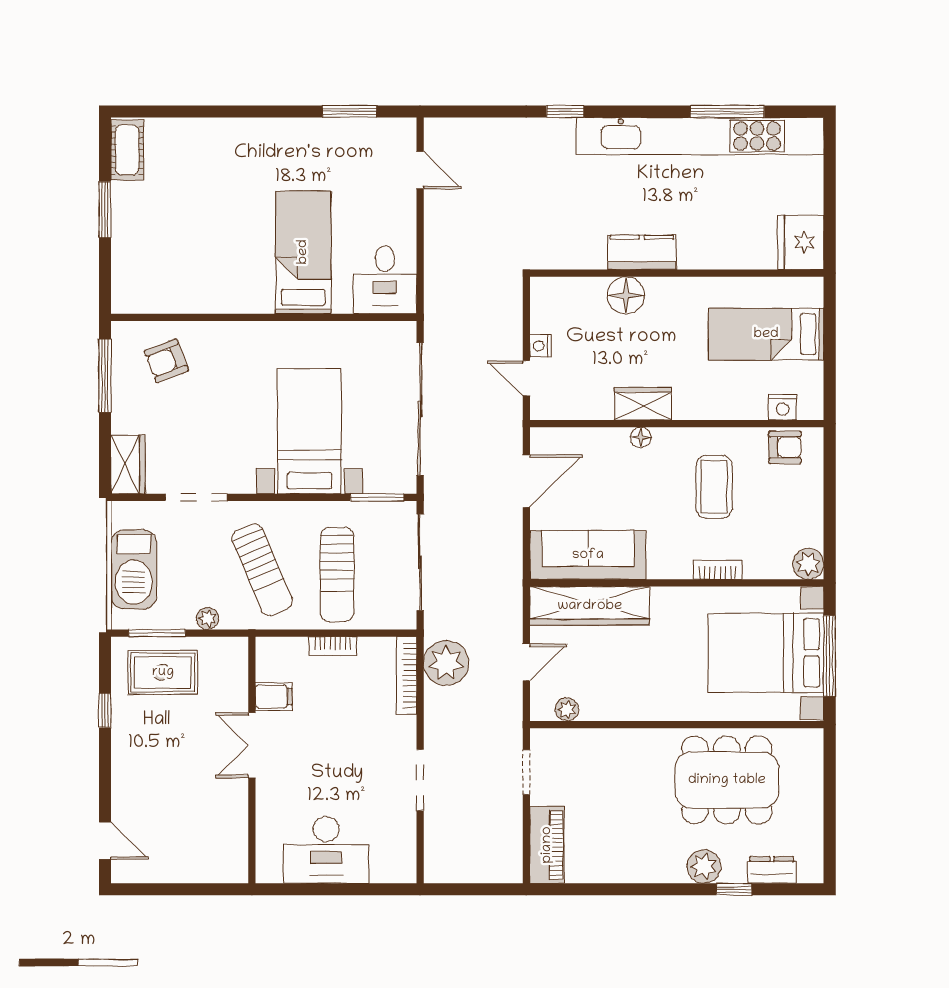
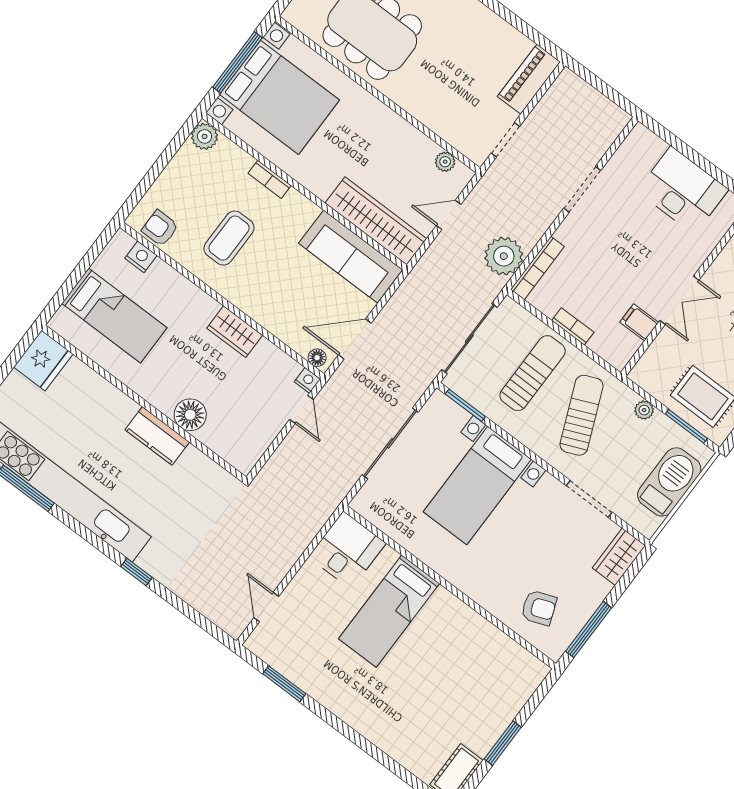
nightstand: (540, 346) -> (307, 381), moved, turned -90
sliding door: (420, 409) -> (390, 443), width x0.73
floor lamp: (641, 437) -> (317, 358), moved

